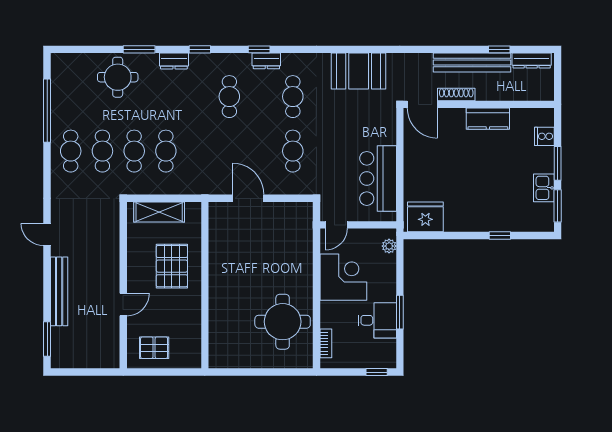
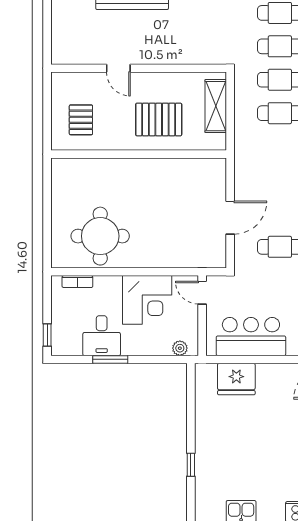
door: (248, 198) -> (230, 218), moved
fridge: (425, 217) -> (236, 379), moved, turned 90
pallet: (154, 348) -> (81, 120), moved

